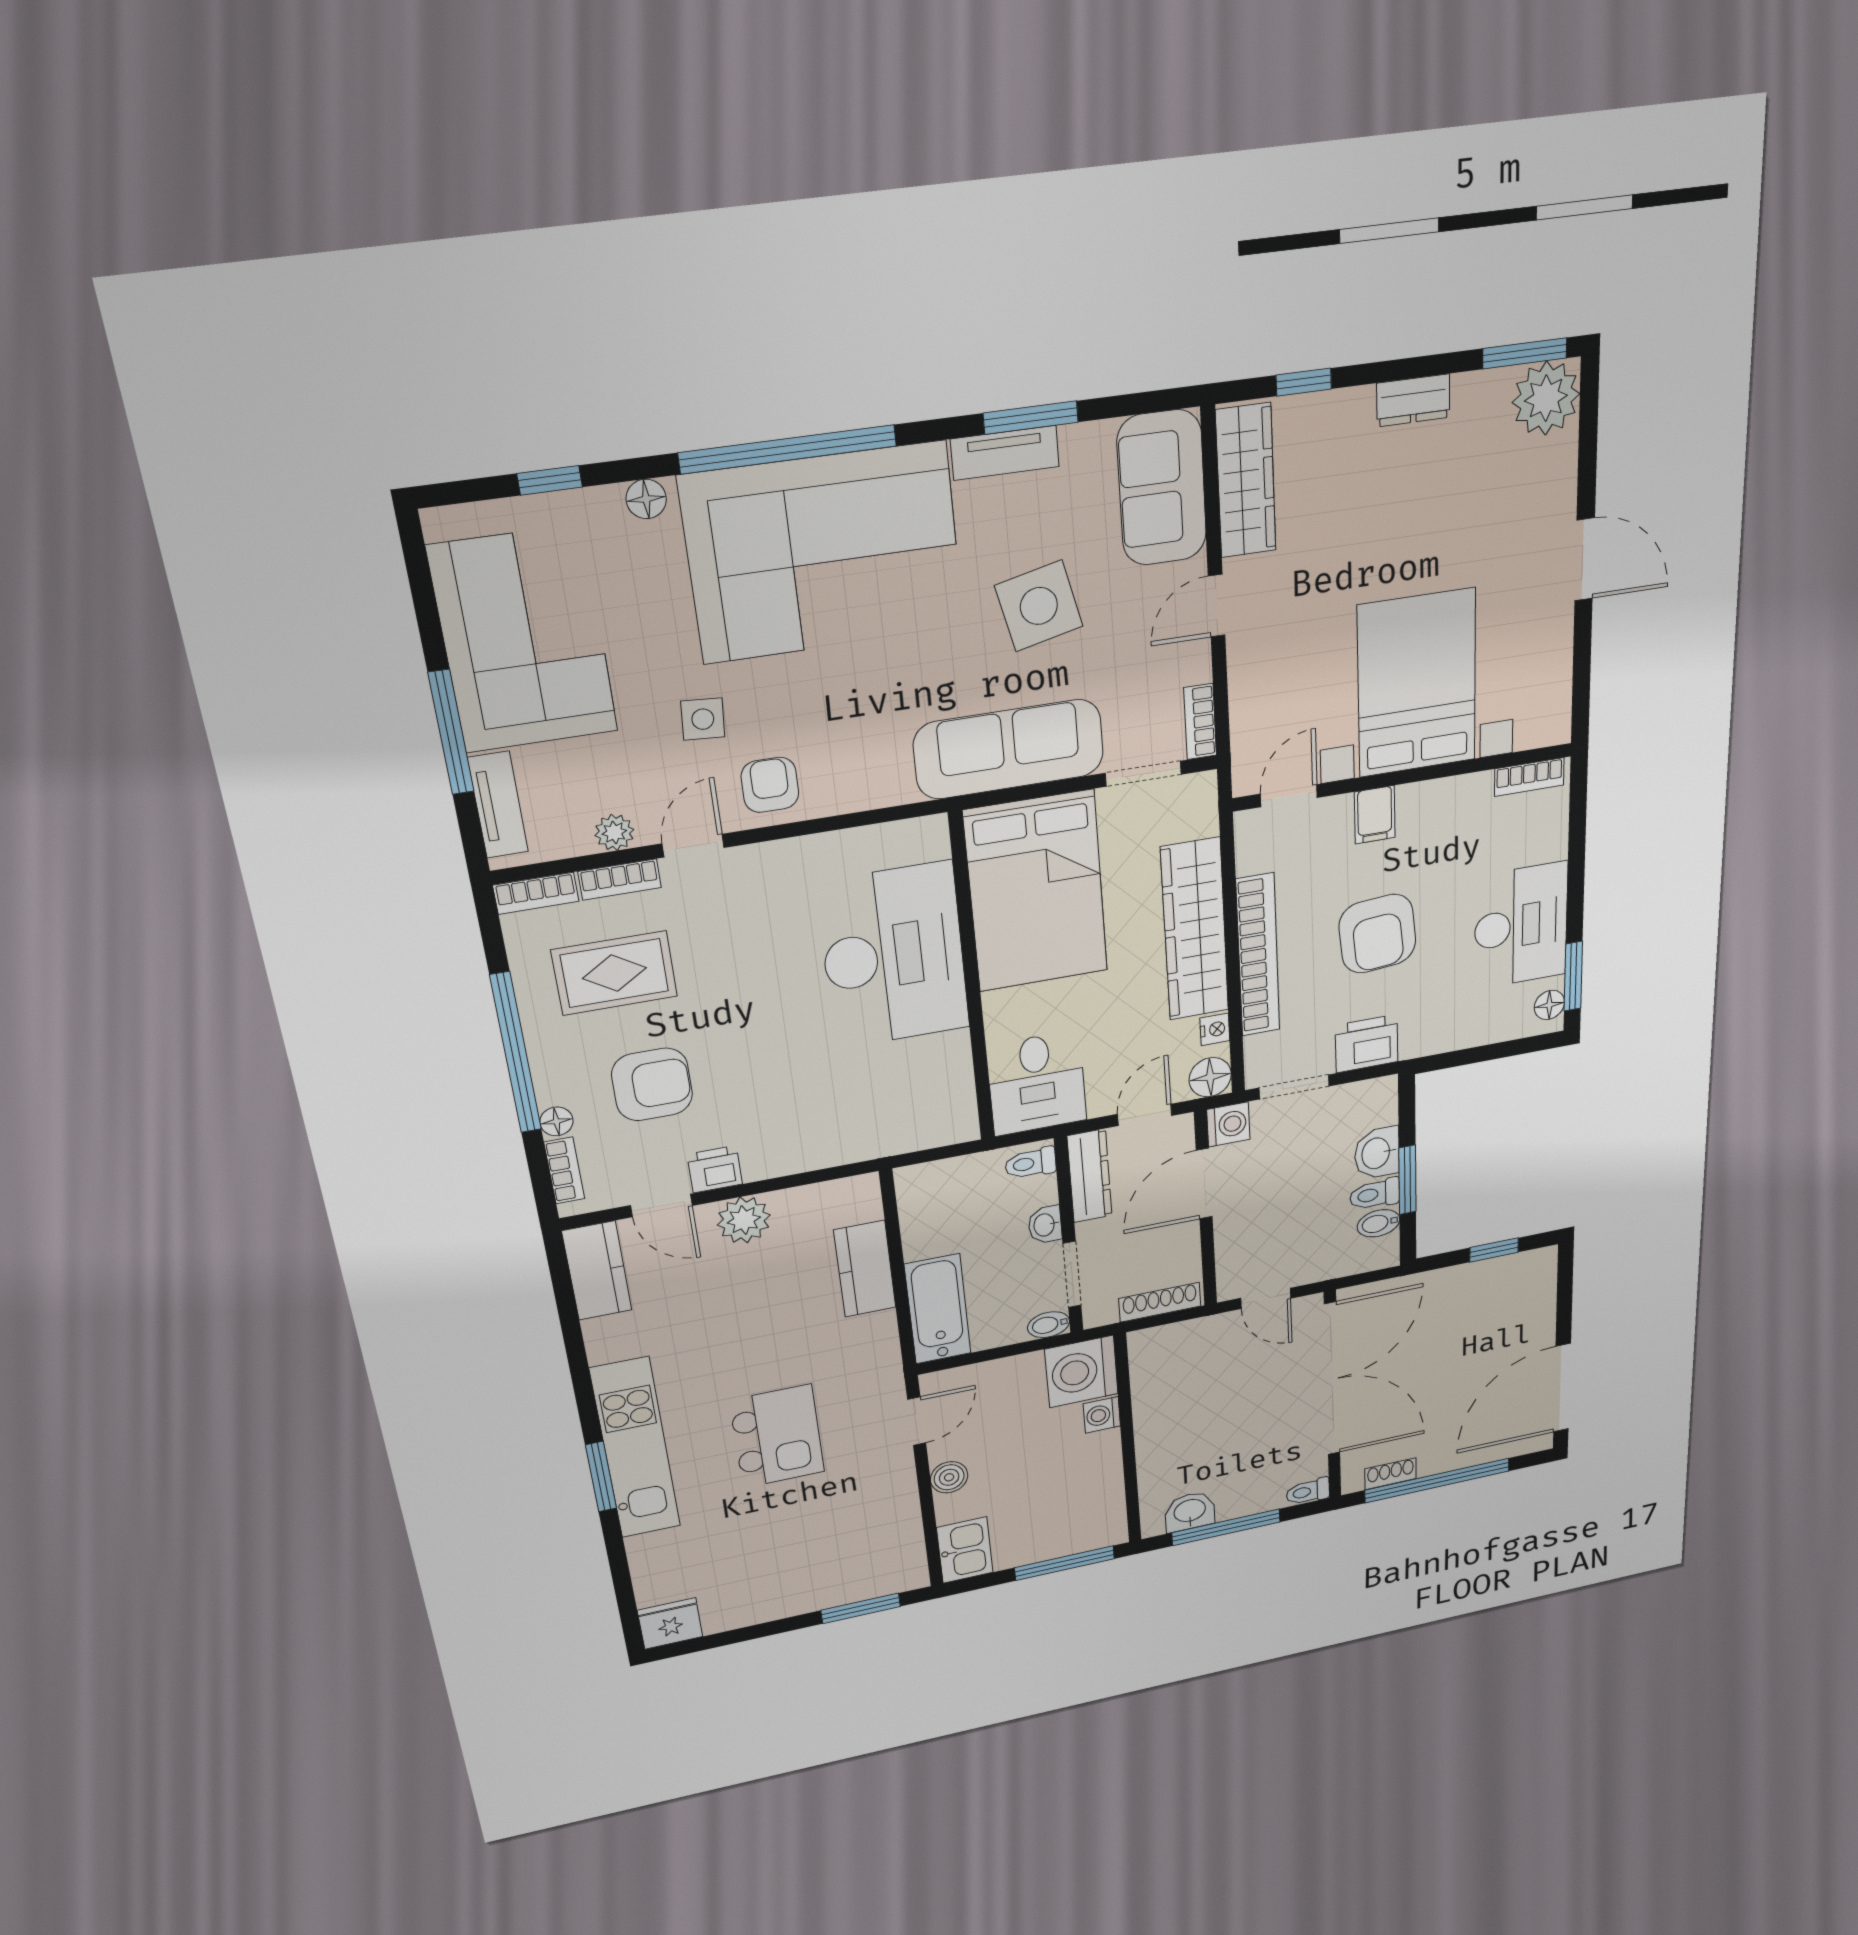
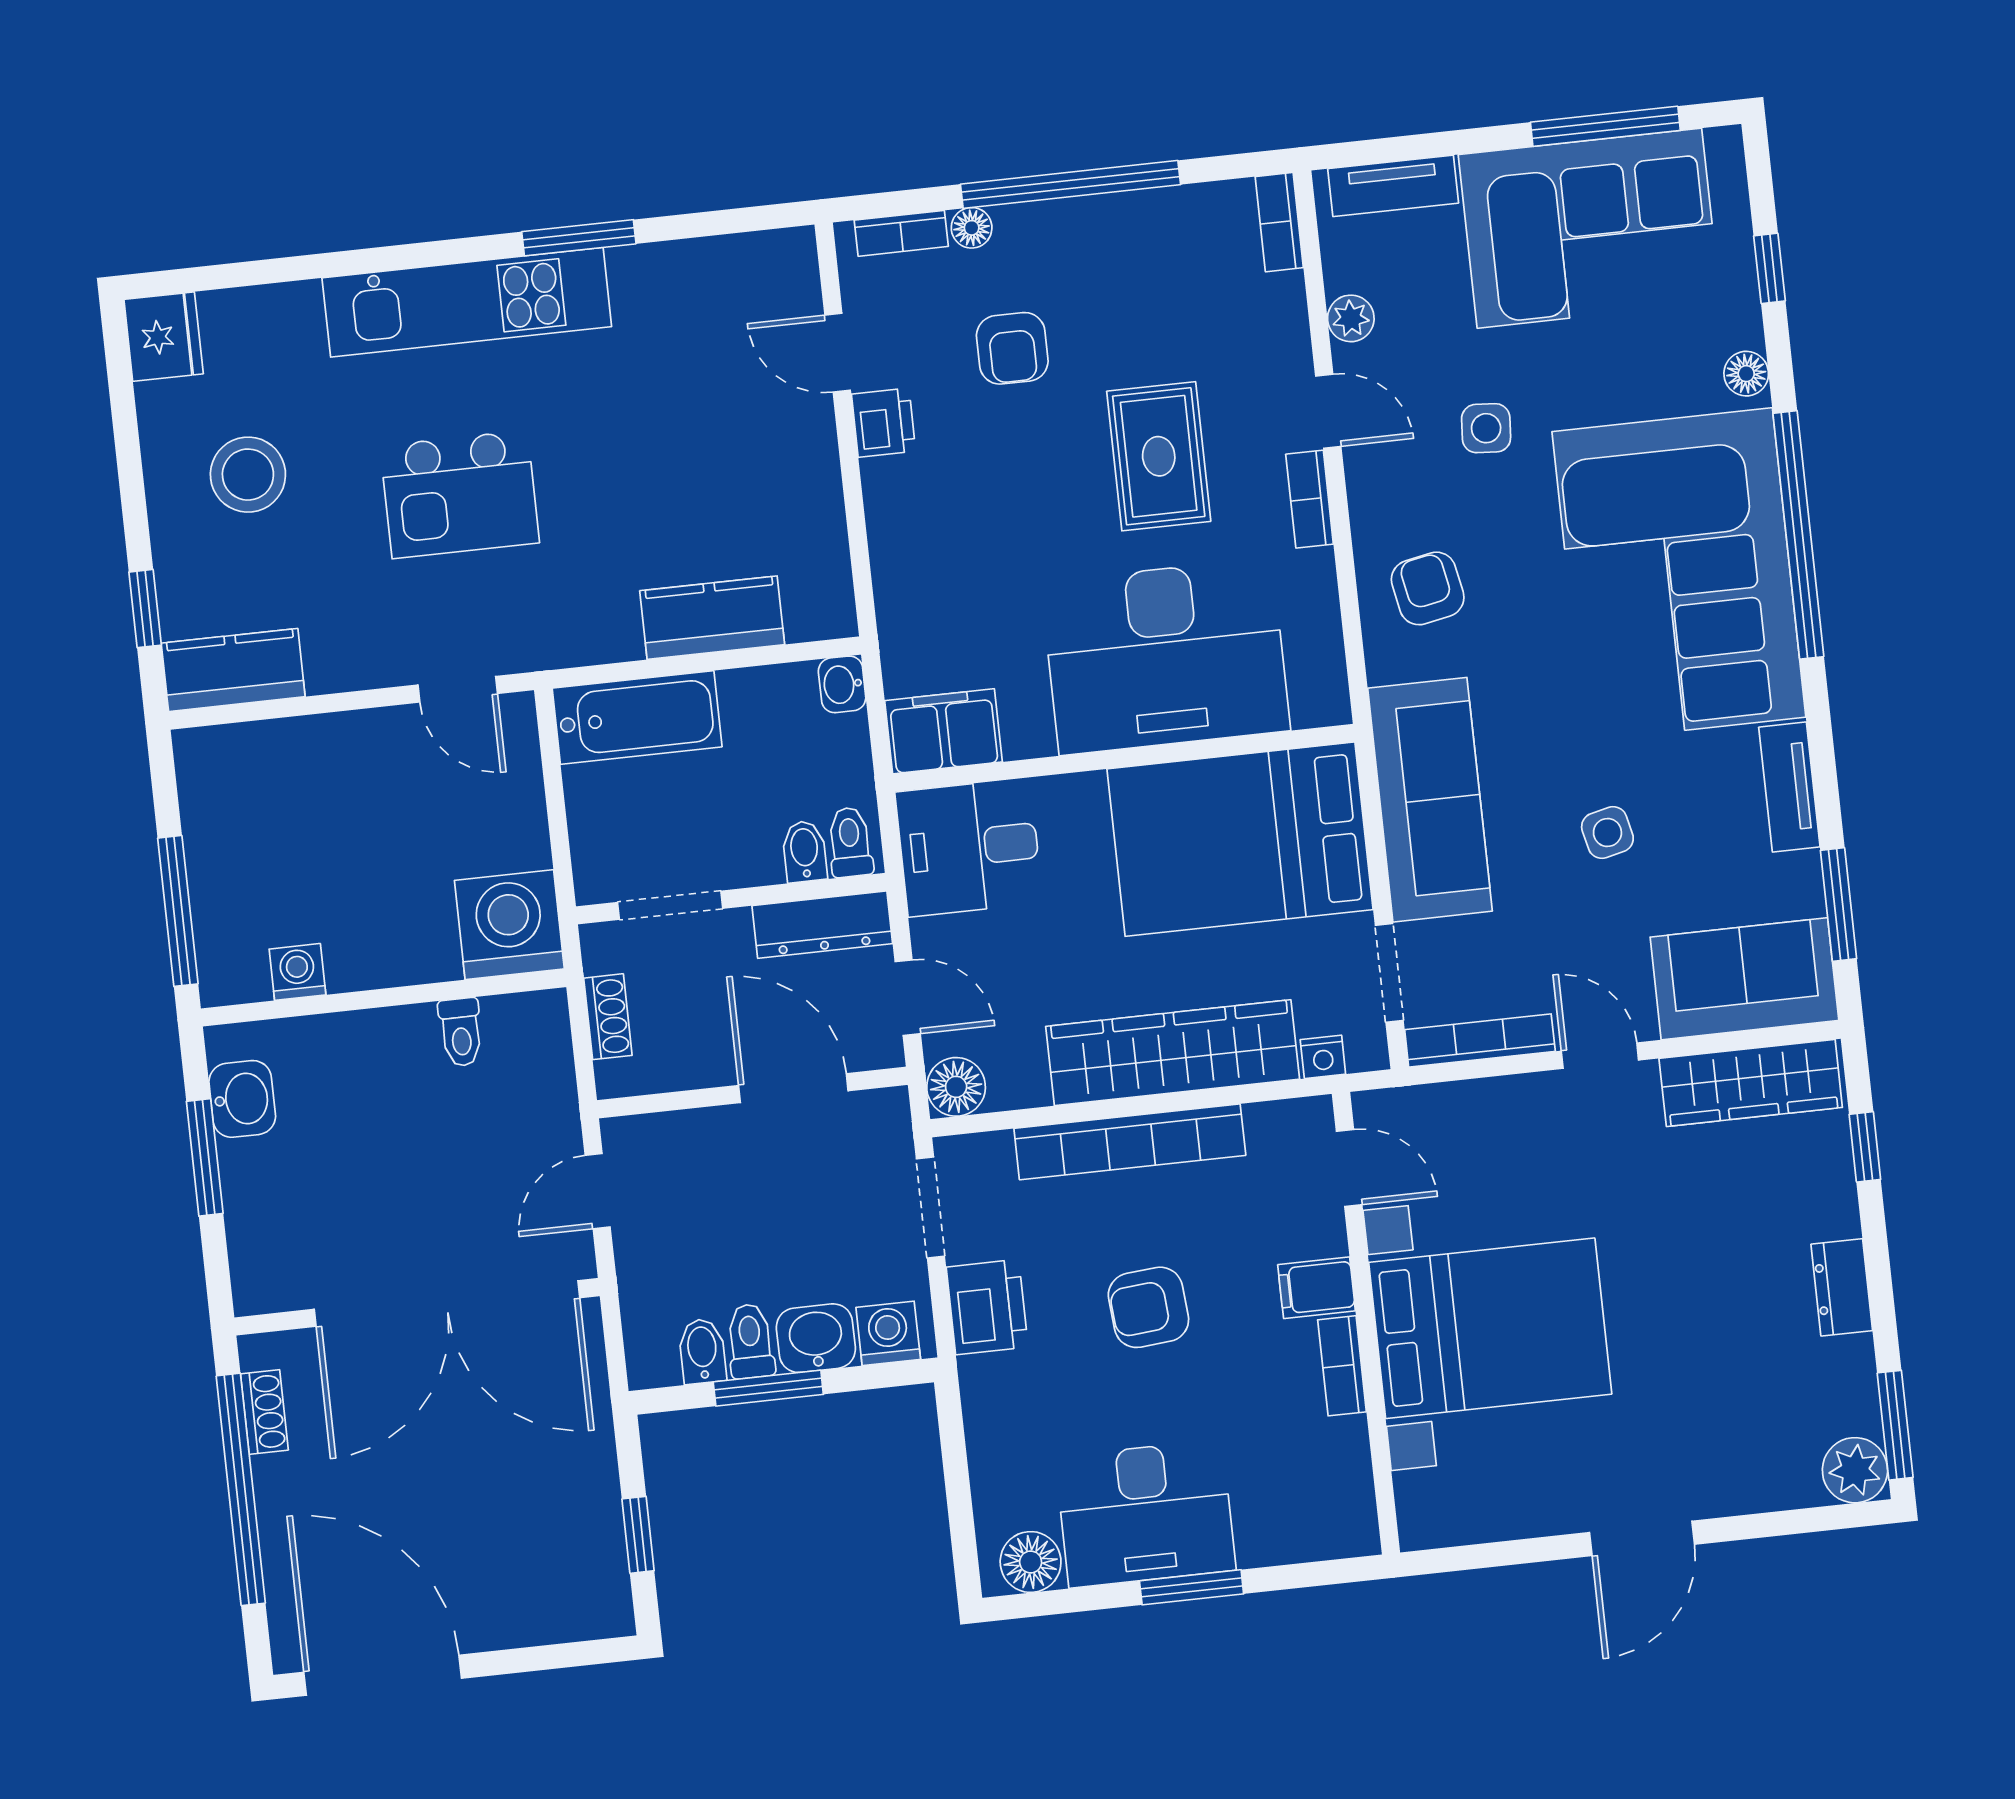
plant: (1546, 398) -> (1855, 1470), width x0.73, depth x0.73
window: (1031, 418) -> (1839, 904), moved
side table: (1039, 606) -> (1607, 833), width x0.54, depth x0.54
bookcase: (1200, 722) -> (1480, 1040), width x1.56
window: (451, 732) -> (1605, 126), moved
bookcase: (1529, 777) -> (1342, 1366), moved
armchair: (770, 785) -> (1428, 588), moved, turned -101
bookcase: (620, 880) -> (1310, 499), moved
armchair: (1377, 934) -> (1148, 1307), width x0.72, depth x0.72
rug: (614, 973) -> (1159, 456), moved
window: (1573, 976) -> (1192, 1587), moved
floor lamp: (1549, 1005) -> (1031, 1562), width x1.37, depth x1.37
nightstand: (1215, 1029) -> (1323, 1057), moved
armchair: (652, 1085) -> (1012, 348), width x0.72, depth x0.72
filing cabinet: (950, 1108) -> (943, 731), added
washing machine: (1228, 1124) -> (888, 1333), moved, turned 180
door: (661, 1205) -> (838, 353), hinge flipped
plant: (744, 1220) -> (805, 458), removed
washbasin: (1045, 1225) -> (842, 684), moved, turned -90
kitchen counter: (597, 1271) -> (233, 670), moved, turned 180
shoe rack: (1160, 1302) -> (608, 1017), width x0.70
bidet: (1049, 1325) -> (805, 851), moved
washing machine: (1102, 1415) -> (297, 972), moved
window: (601, 1477) -> (579, 238), moved
boiler: (949, 1477) -> (356, 736), removed
toilet: (1308, 1492) -> (461, 1032), moved, turned 180
window: (1226, 1527) -> (205, 1157), width x0.69
kitchen sink: (965, 1550) -> (225, 761), removed
stool: (766, 1563) -> (248, 475), added
window: (861, 1608) -> (145, 609), width x0.67

